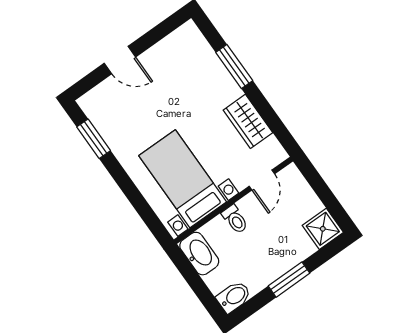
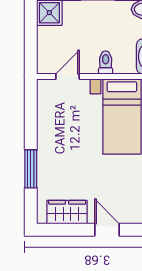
wardrobe: (248, 121) -> (67, 212), moved, turned -90

